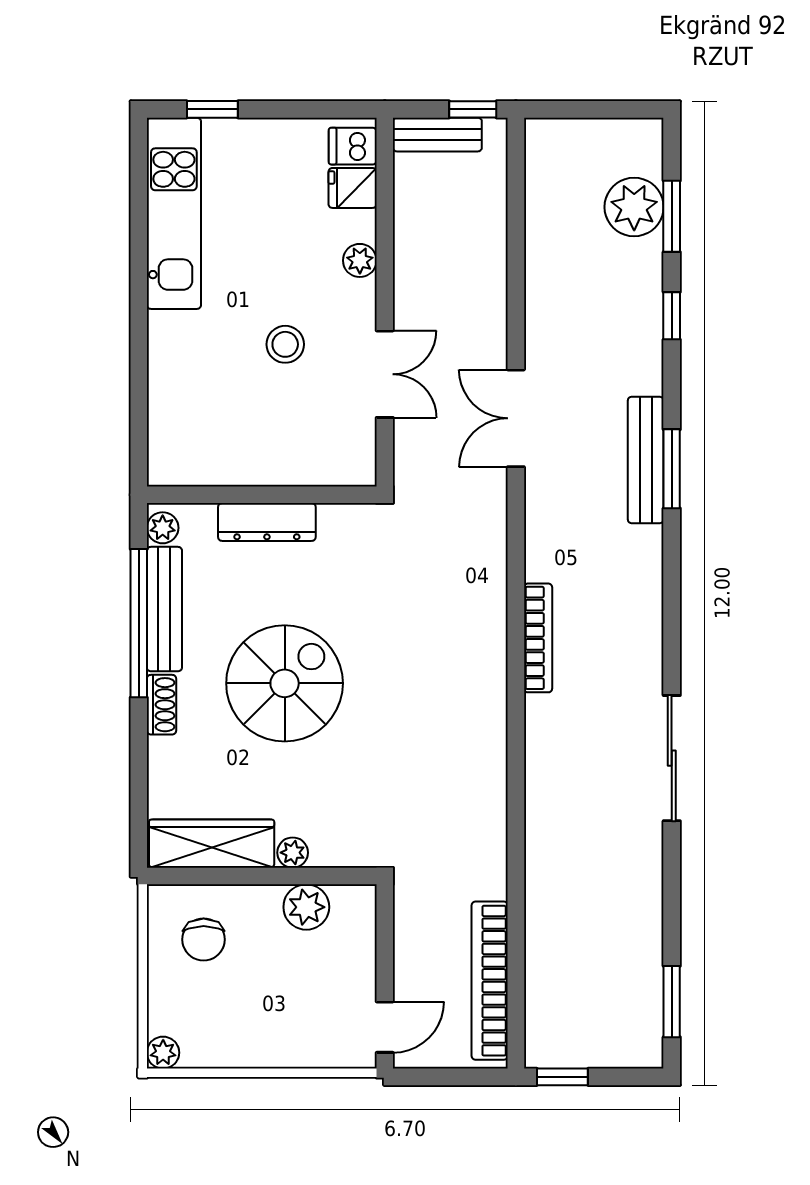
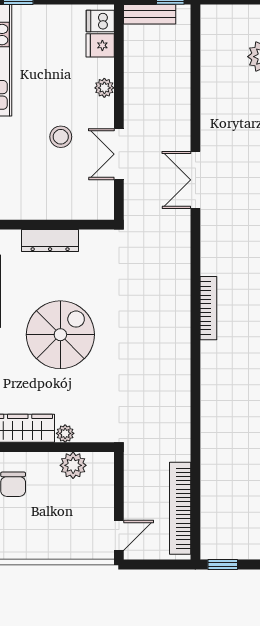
double door: (385, 374) -> (119, 154), swing flipped

